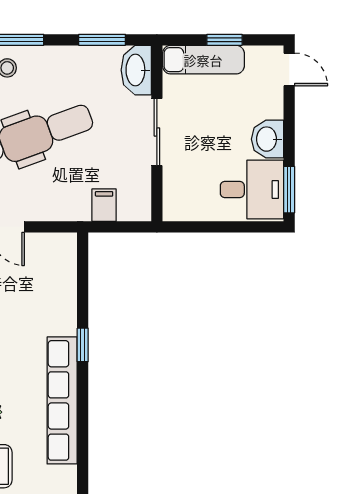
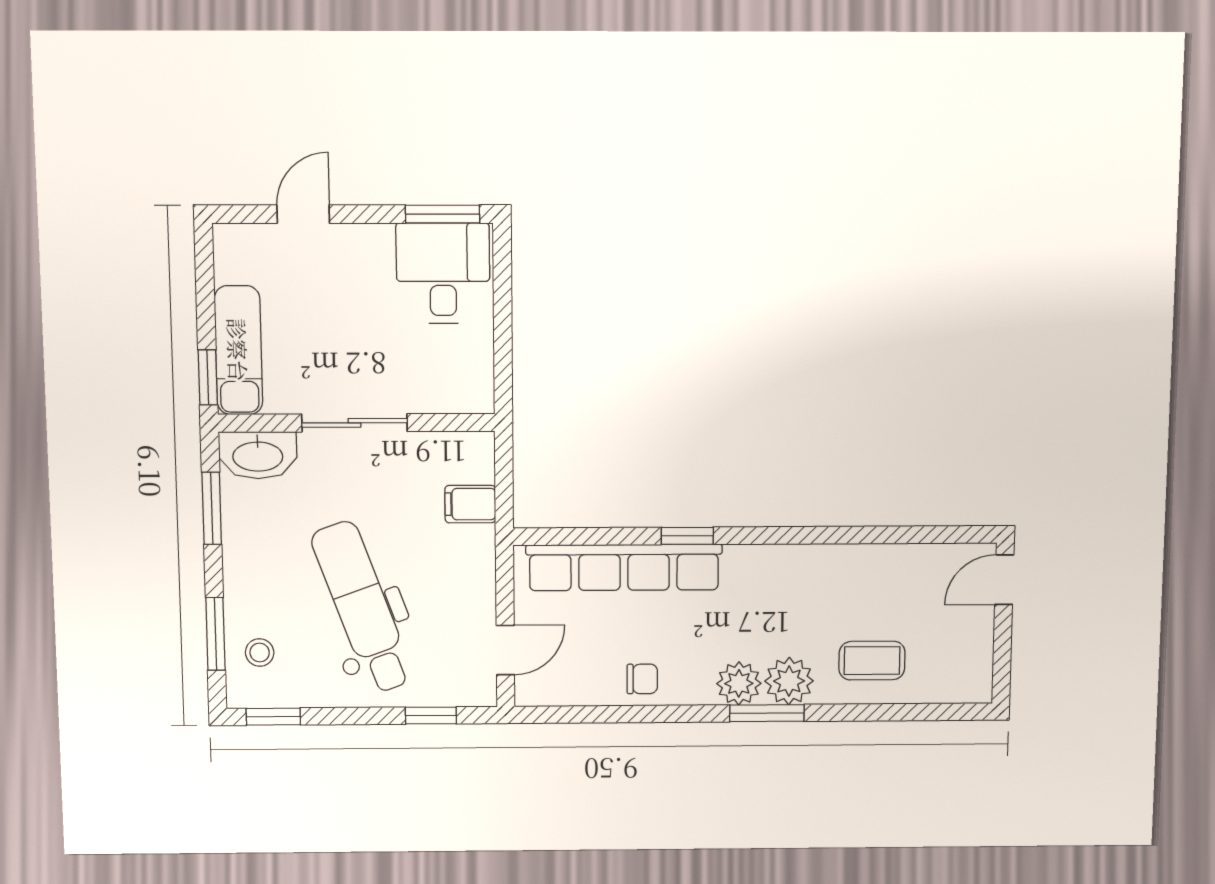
window: (224, 40) -> (208, 377), moved
door: (289, 69) -> (303, 214), moved
washbasin: (267, 139) -> (362, 249), removed
row of seats: (62, 400) -> (624, 567), moved

